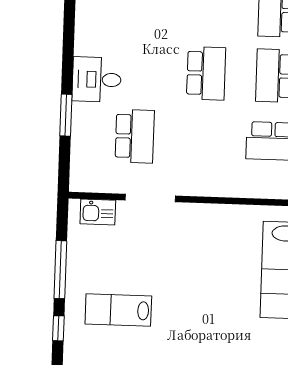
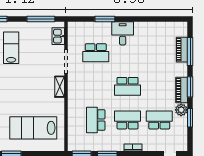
shelving: (202, 213) -> (60, 87), added
window: (60, 270) -> (41, 19), moved

